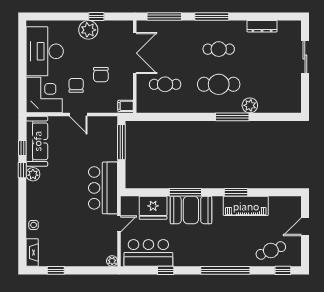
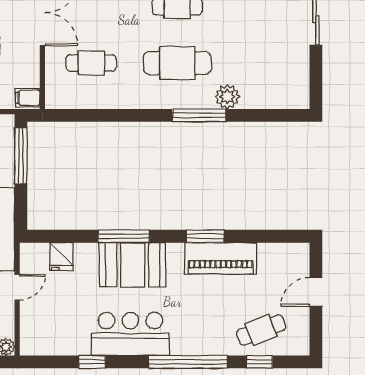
fridge: (153, 208) -> (61, 257), width x0.53, depth x0.75
bar counter: (148, 253) -> (130, 334), moved
window: (283, 270) -> (260, 362), moved

